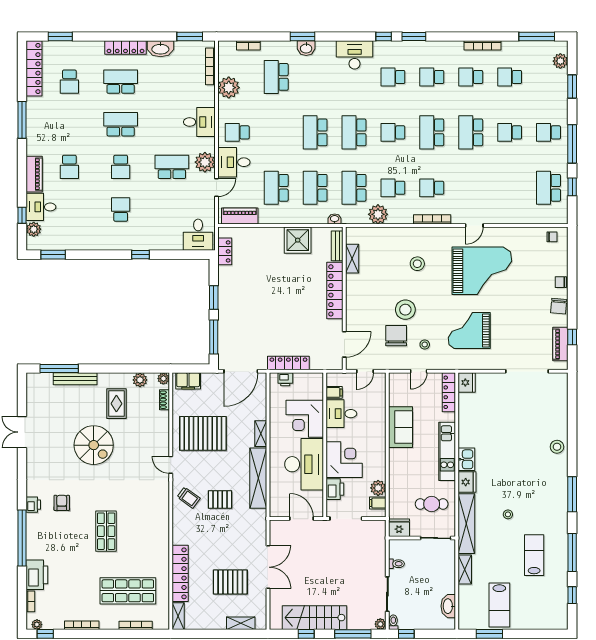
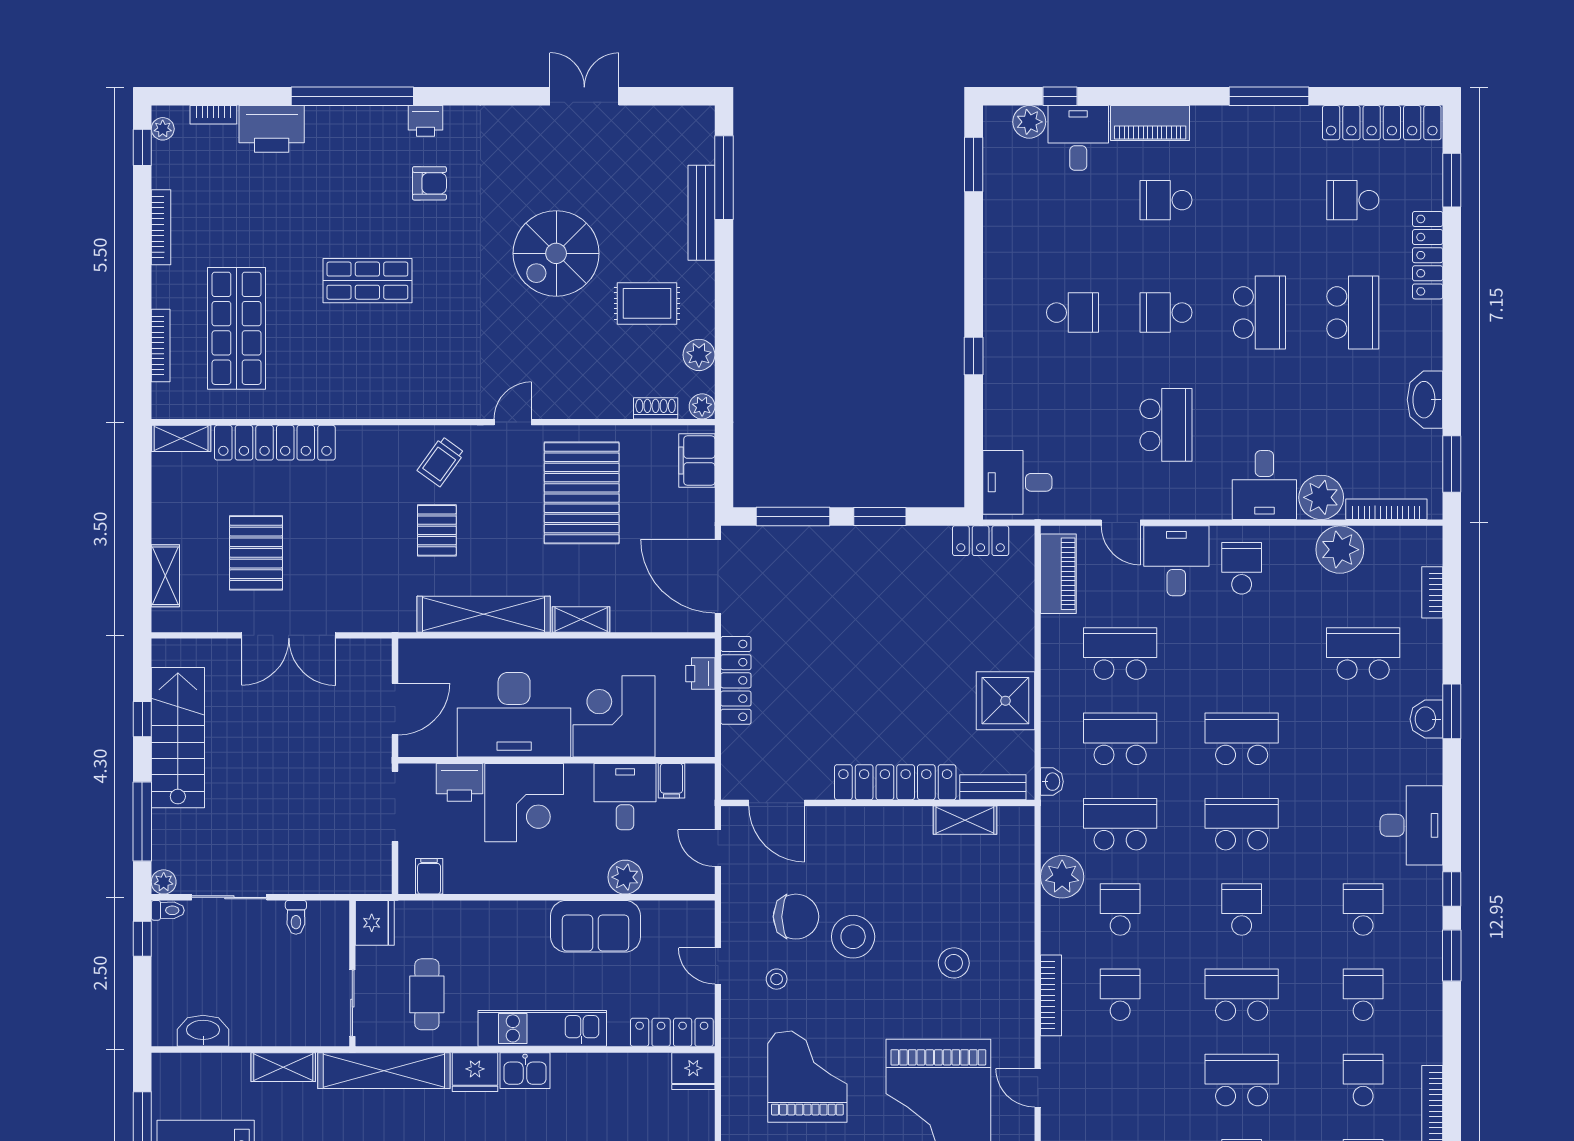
locker: (126, 48) -> (1428, 255), moved
plant: (205, 162) -> (1321, 497), moved
plant: (378, 488) -> (625, 877), moved

